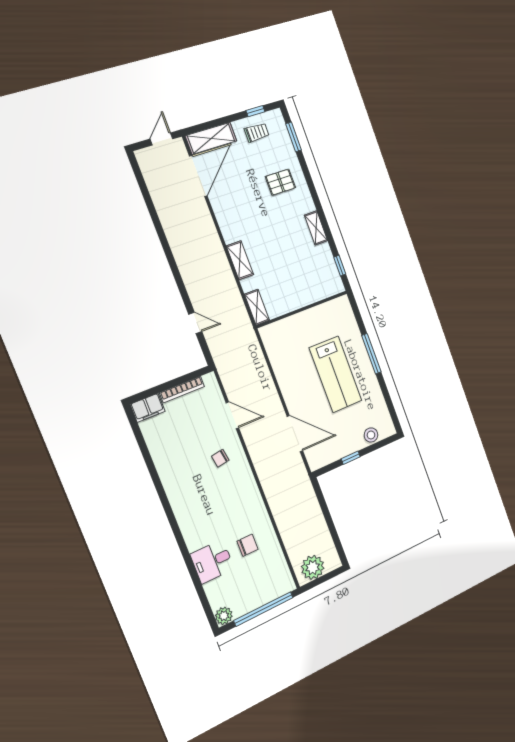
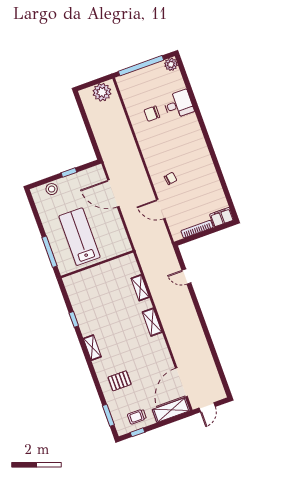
wall: (302, 309) -> (97, 264), moved

